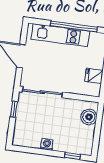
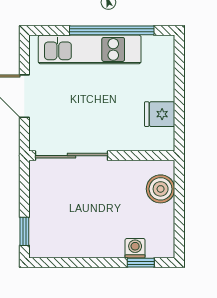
window: (14, 109) -> (24, 231), moved
washing machine: (47, 144) -> (135, 248), moved

